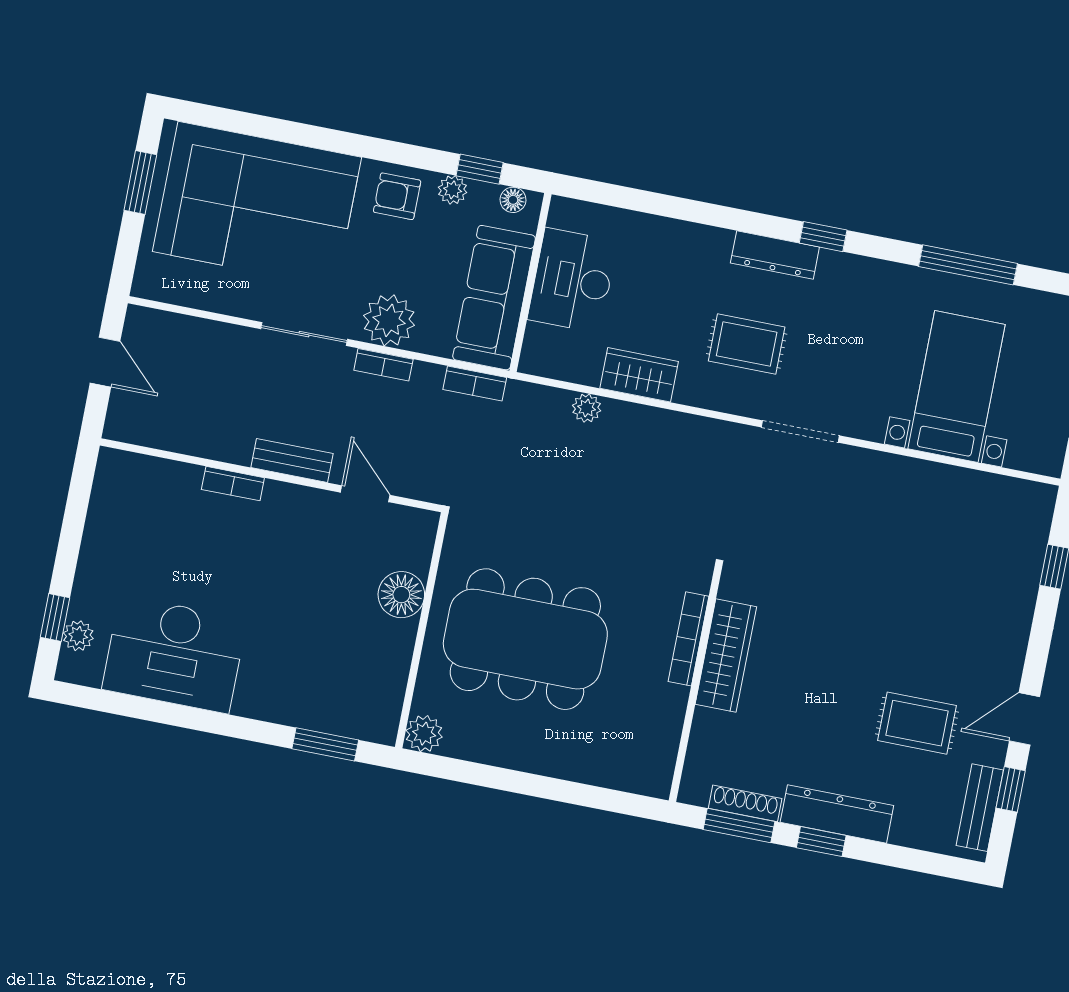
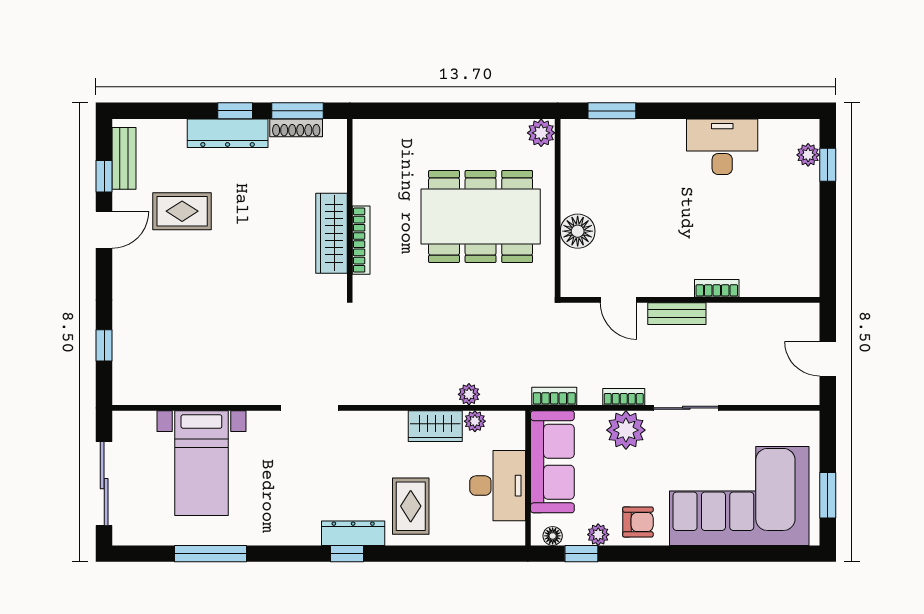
window: (823, 237) -> (347, 554), moved
rug: (747, 344) -> (411, 506), moved, turned 90
plant: (586, 371) -> (475, 421), added
desk: (174, 654) -> (722, 147), width x0.73, depth x0.77

